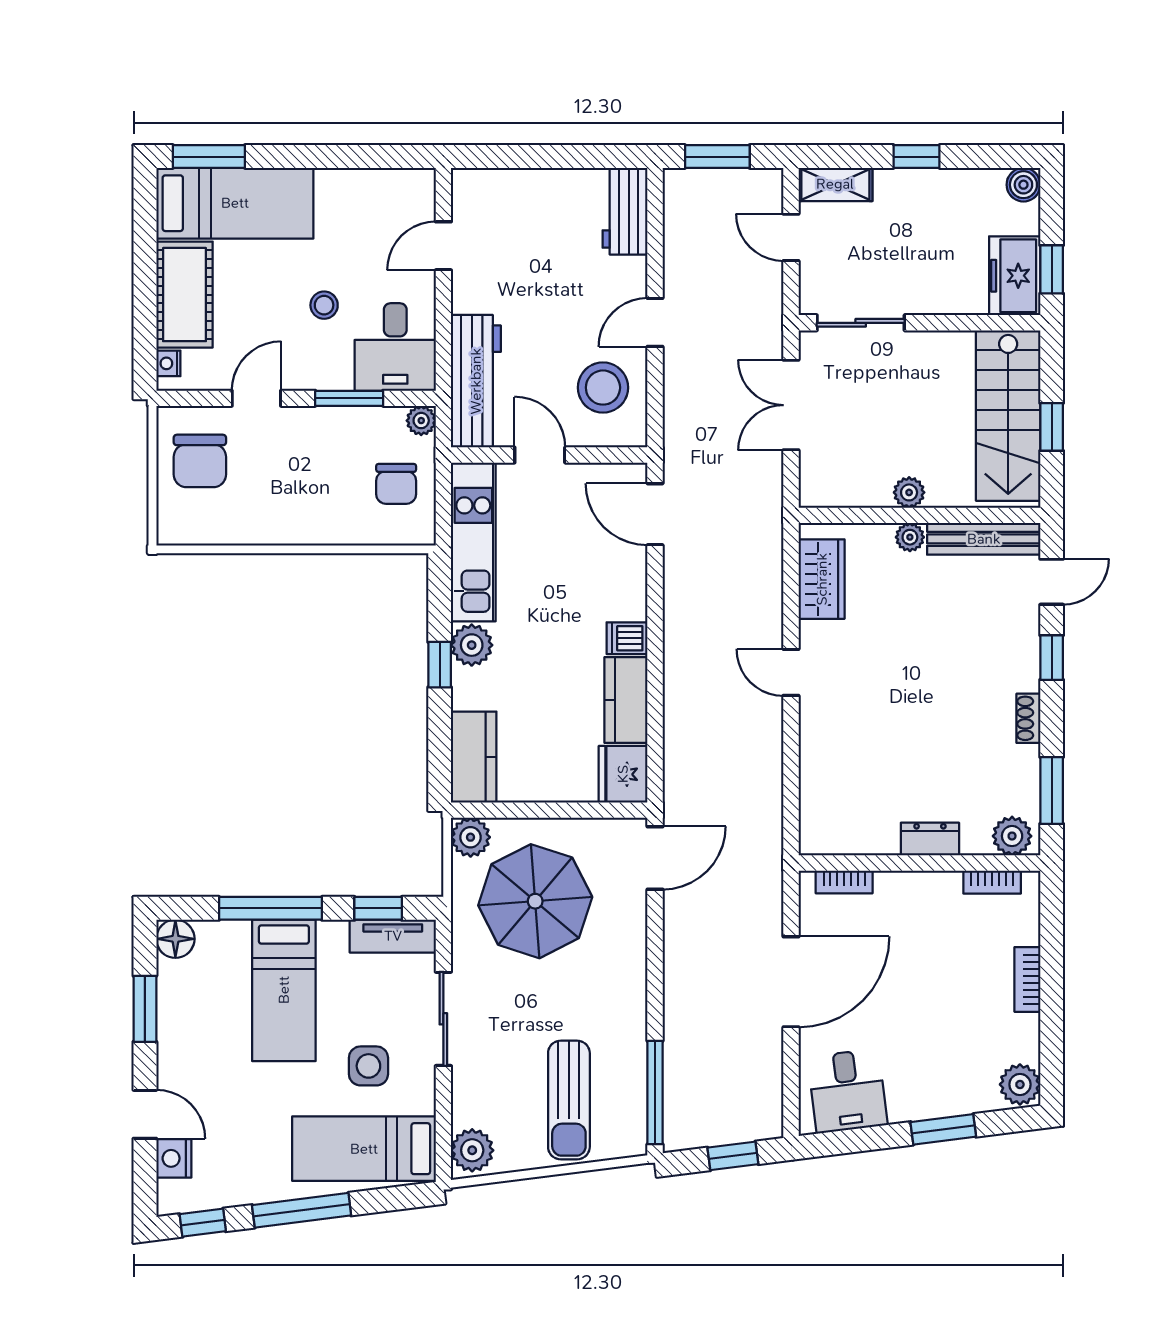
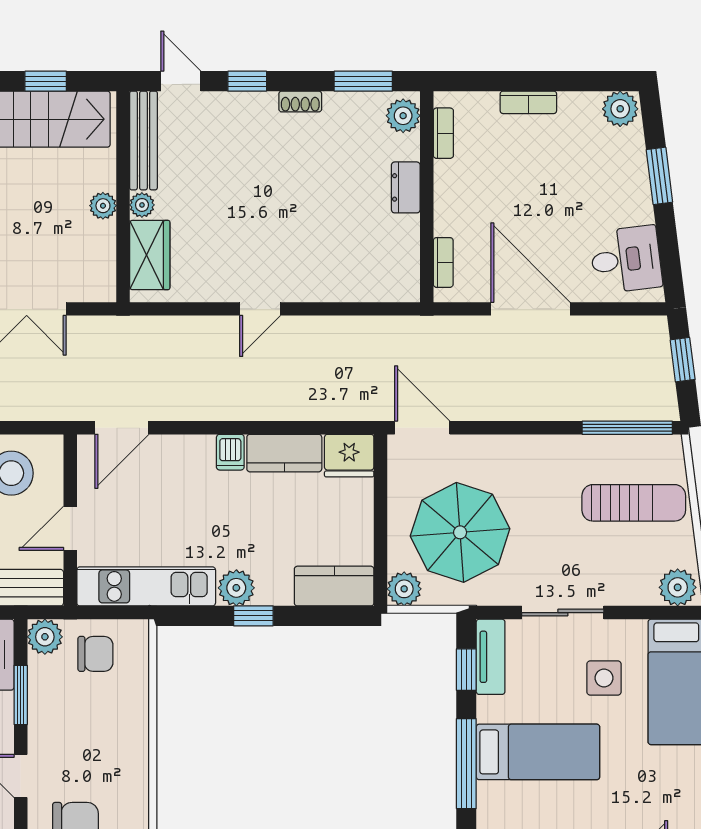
plant: (421, 421) -> (45, 637), width x1.38, depth x1.38
wardrobe: (822, 579) -> (150, 255), moved, turned 90

